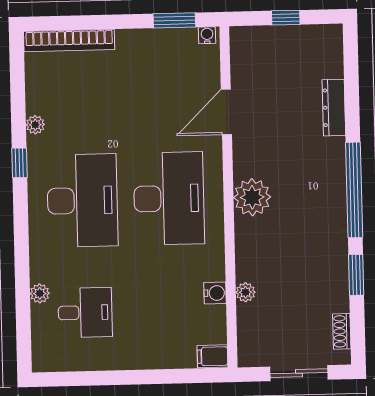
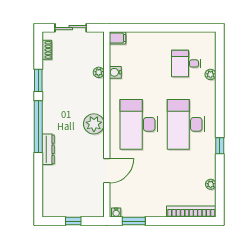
dresser: (334, 108) -> (48, 149), moved
plant: (35, 125) -> (211, 184), moved

